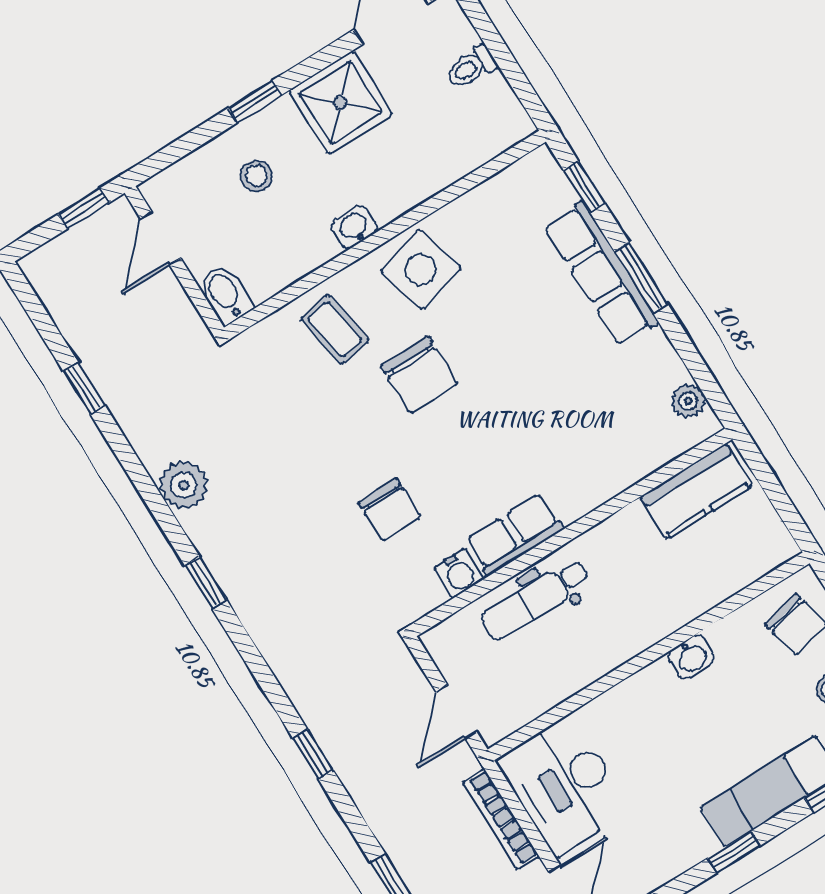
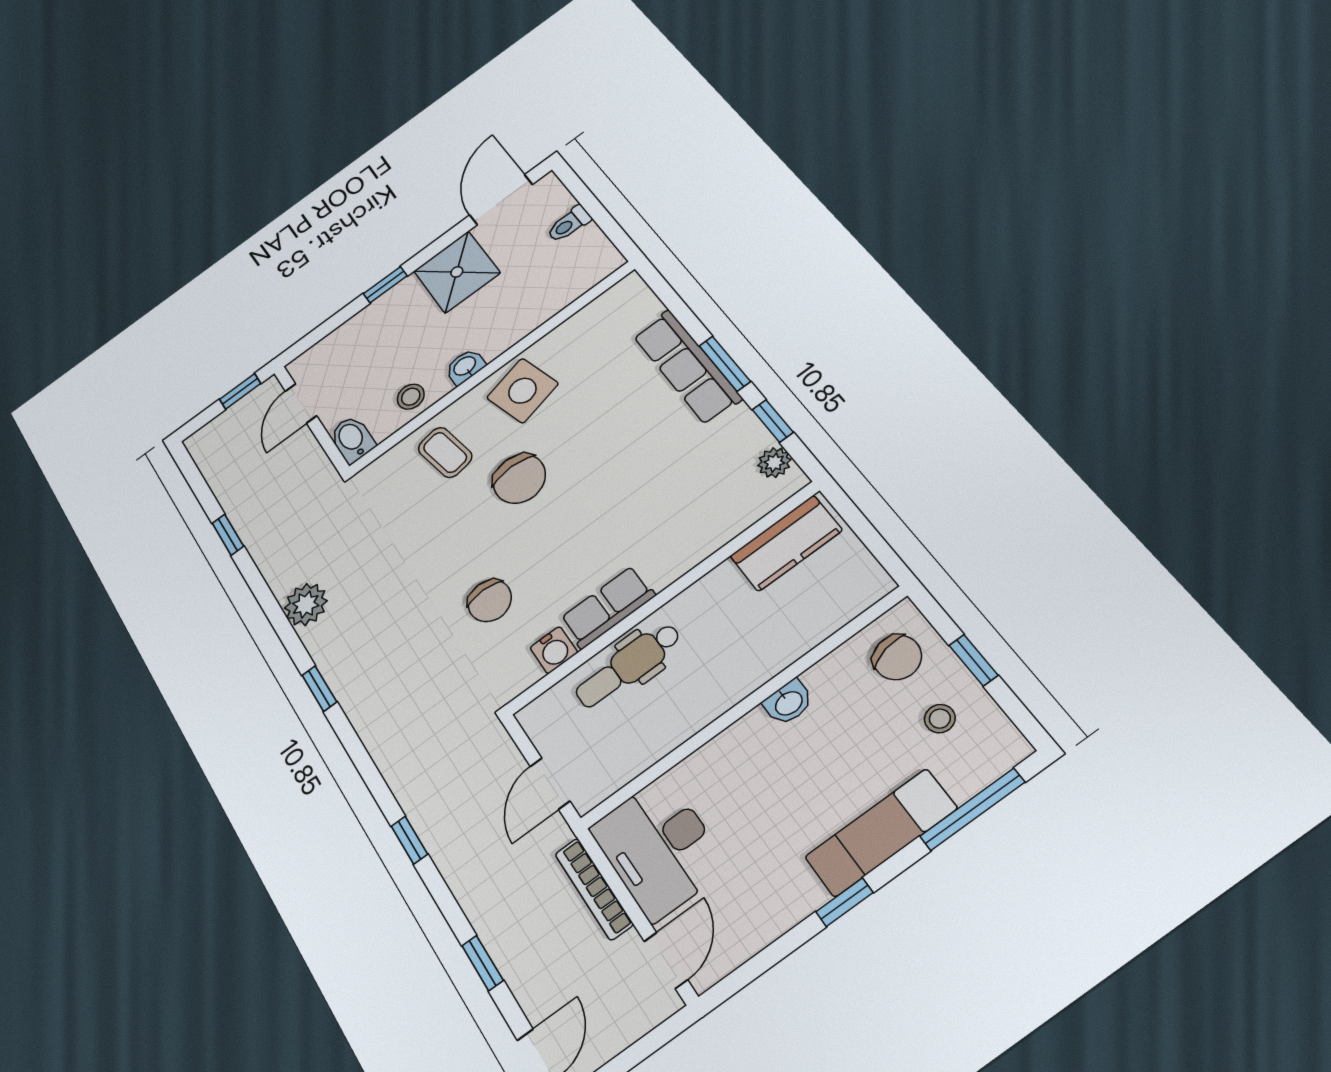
stool: (256, 176) -> (411, 397), moved
window: (584, 187) -> (773, 421), moved

